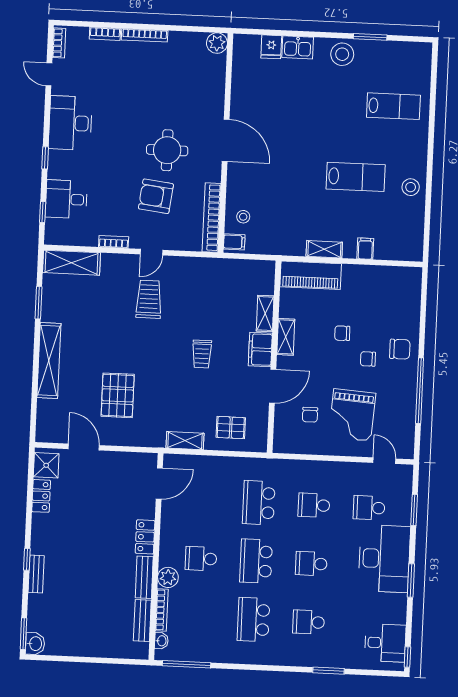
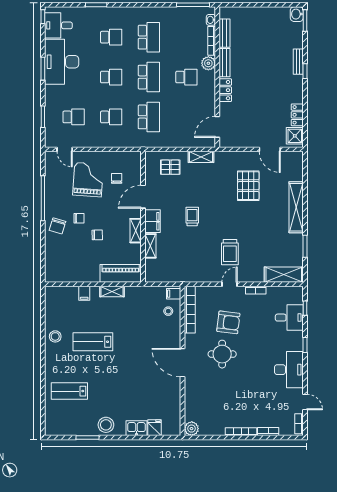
chair: (400, 349) -> (58, 226), turned -73
desk: (384, 559) -> (62, 62), moved

